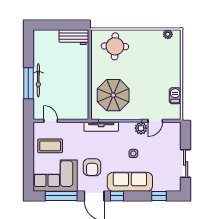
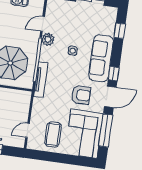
door: (155, 121) -> (43, 24), swing flipped

